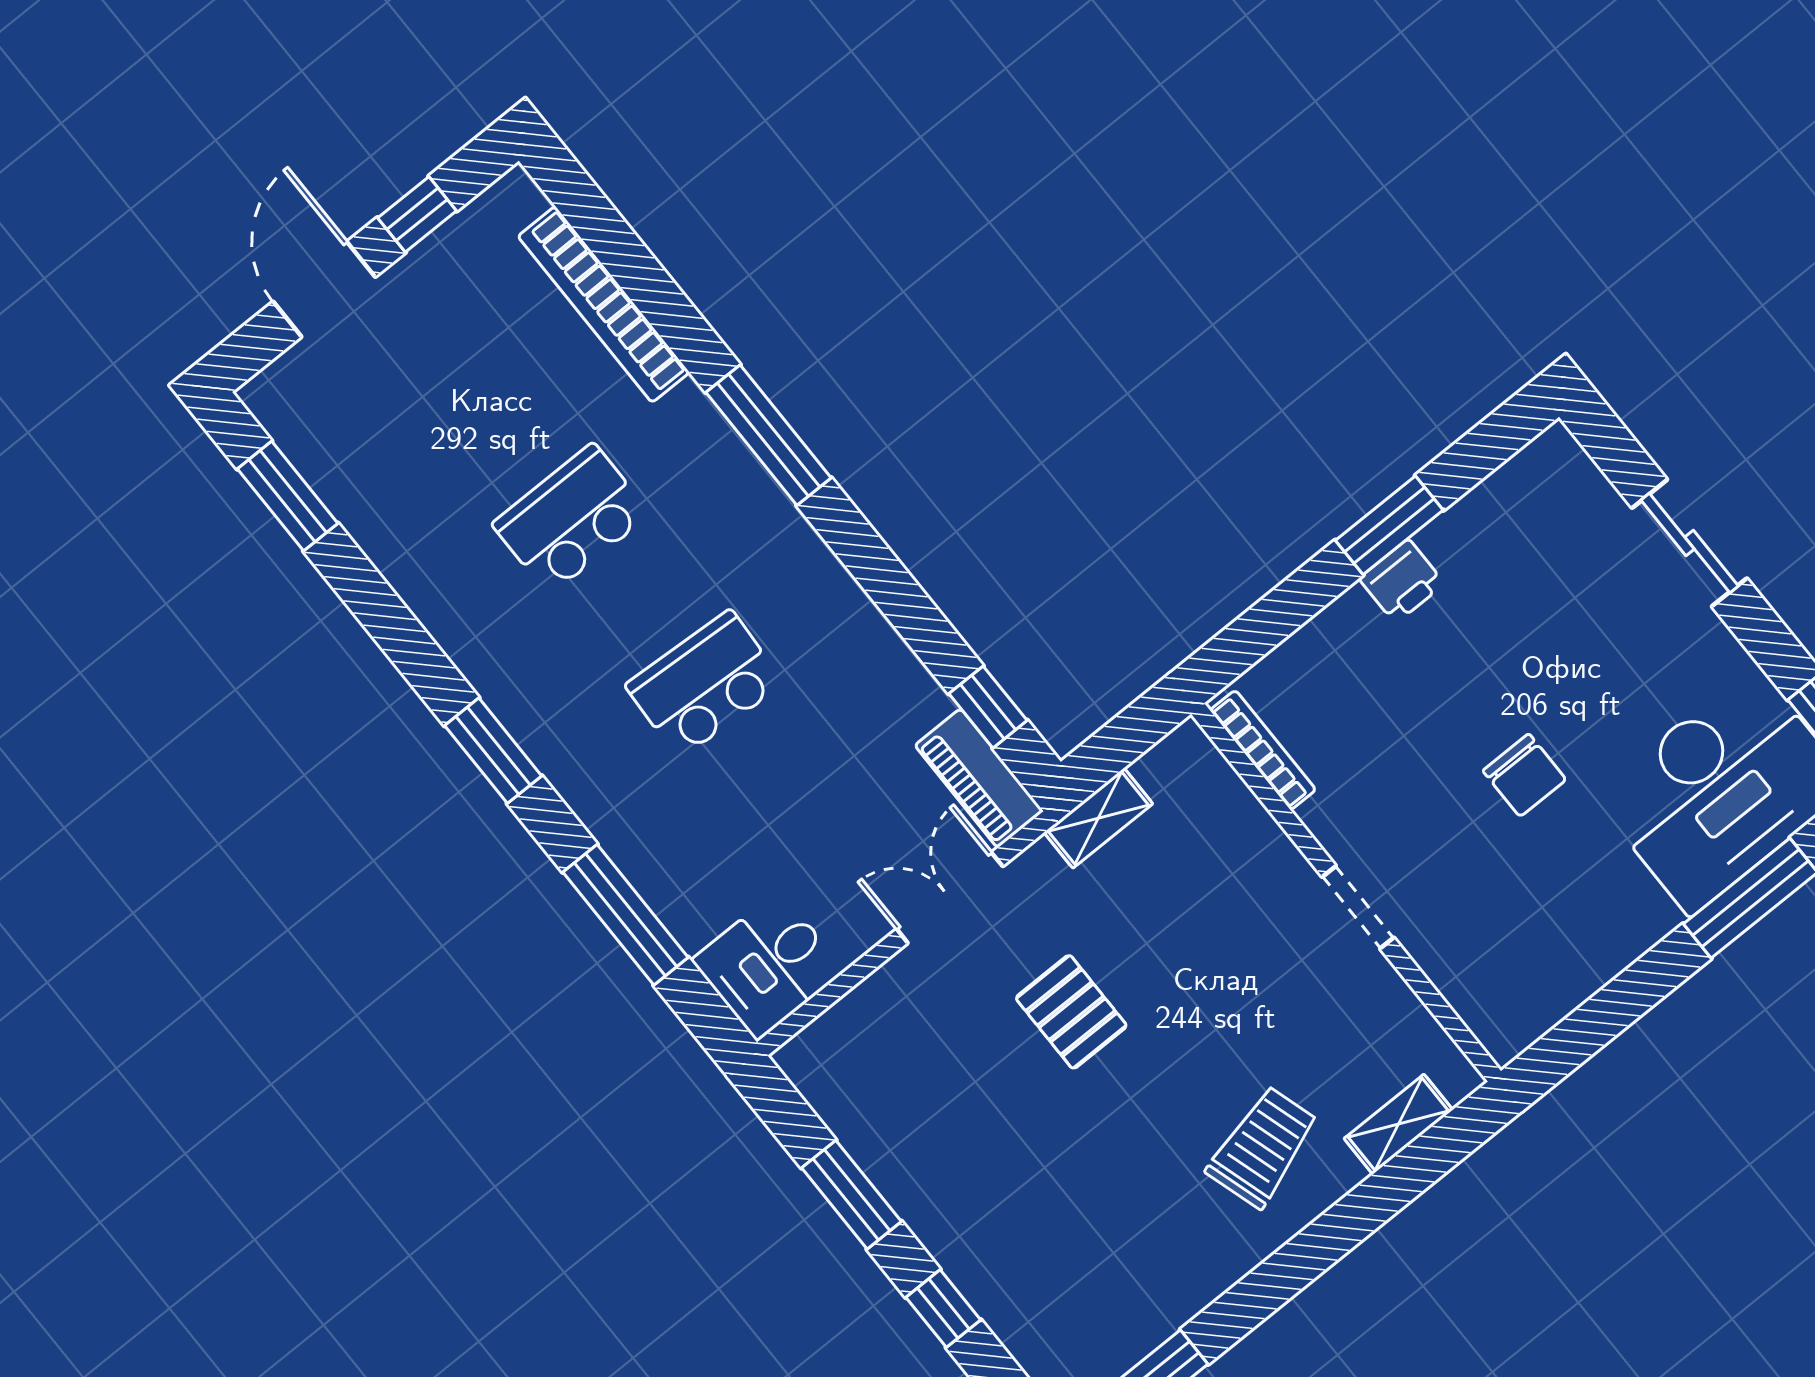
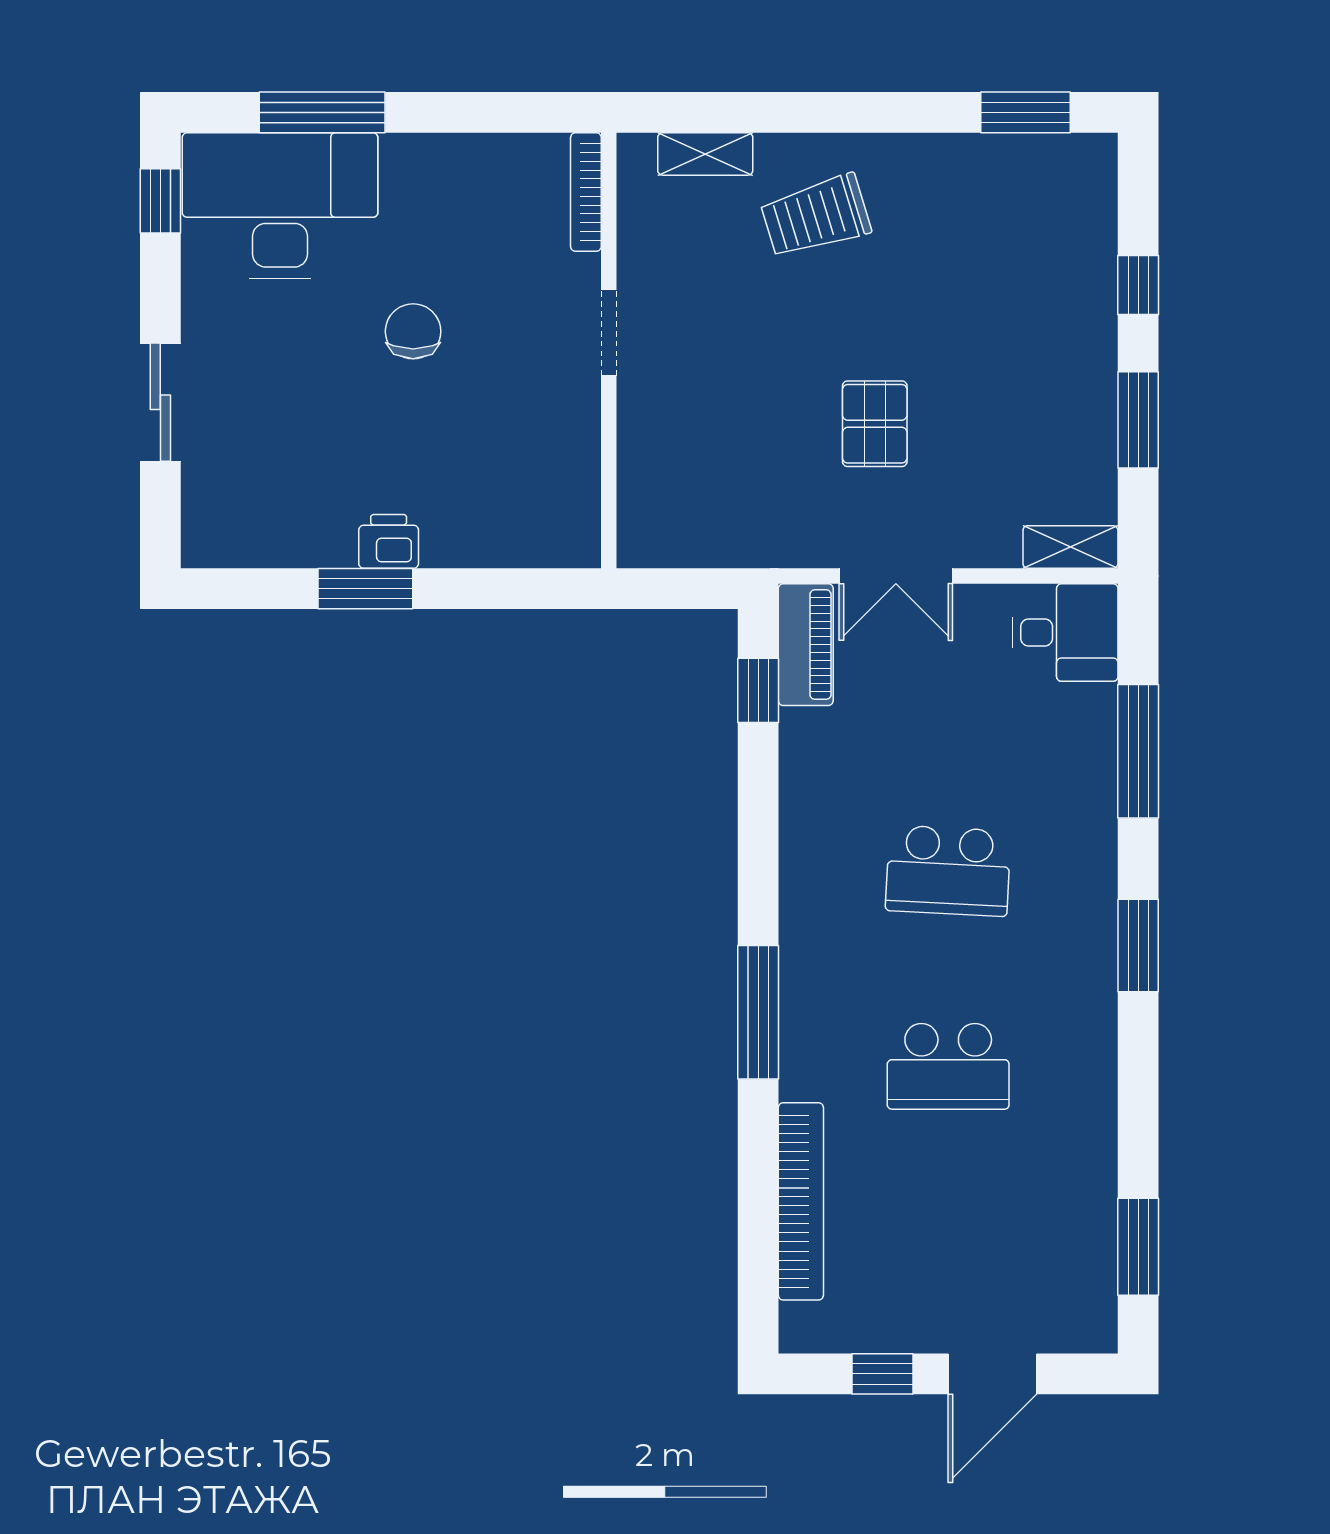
bookcase: (1263, 750) -> (586, 192), moved
shelving: (1098, 818) -> (1070, 547), moved

